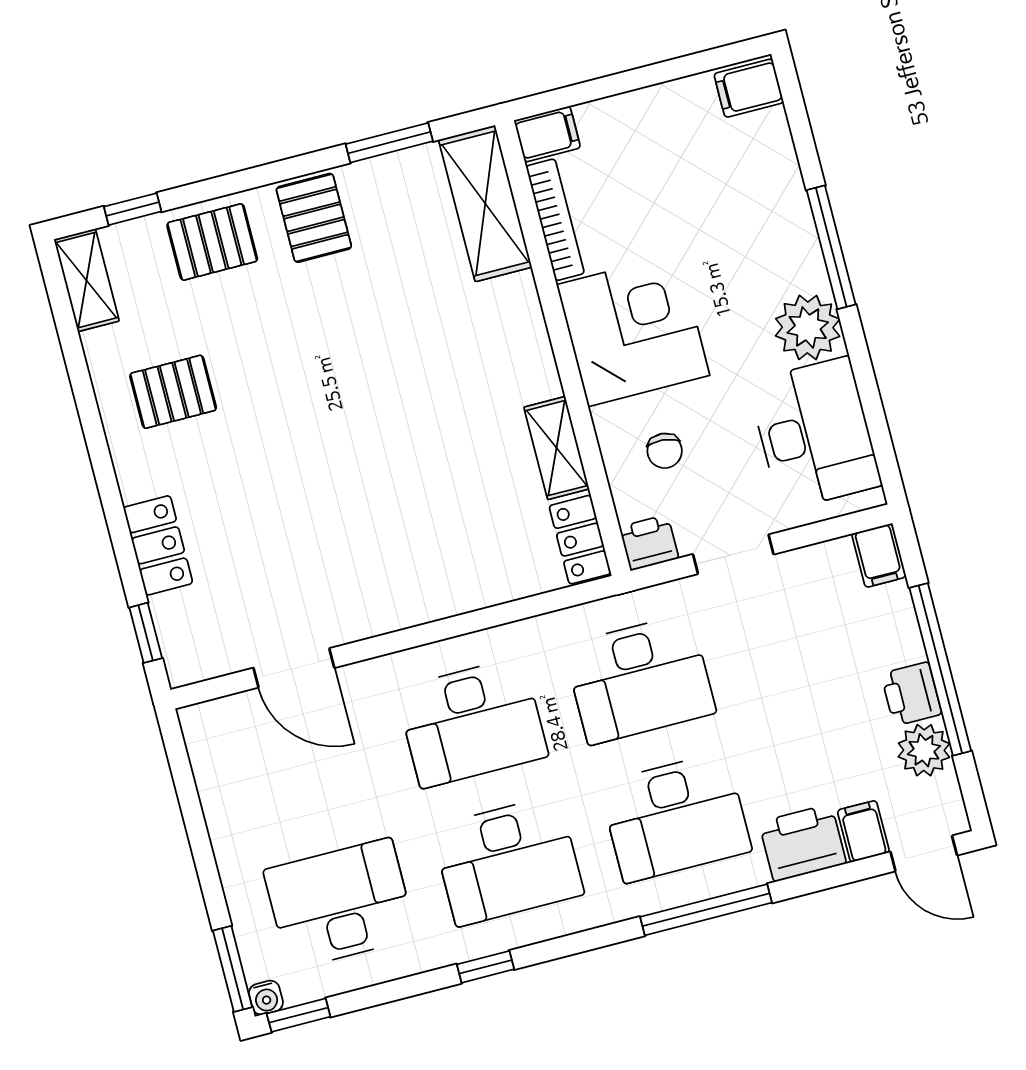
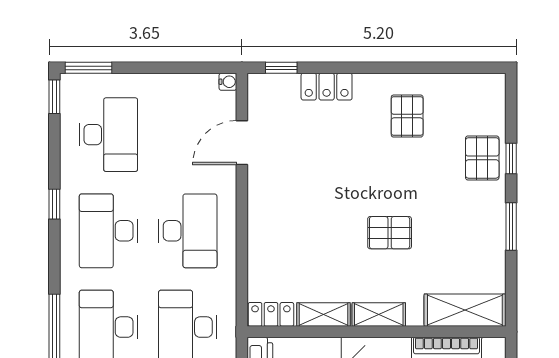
window: (389, 143) -> (511, 227), moved
window: (133, 209) -> (511, 158), moved
pallet: (314, 218) -> (390, 233), moved
shelving: (86, 280) -> (379, 315), moved
desk: (472, 722) -> (188, 231), turned 180
water cooler: (266, 998) -> (228, 82), moved, turned 180

